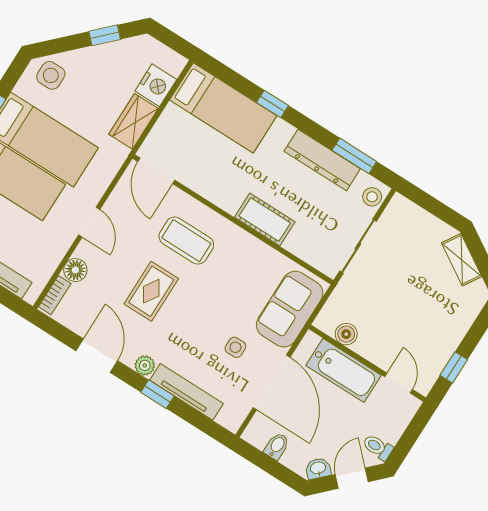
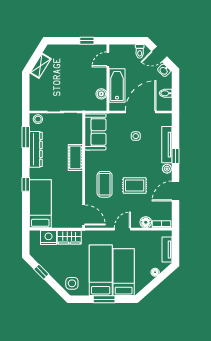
door: (156, 171) -> (84, 215), hinge flipped
sofa: (290, 309) -> (95, 132), moved, turned -90

